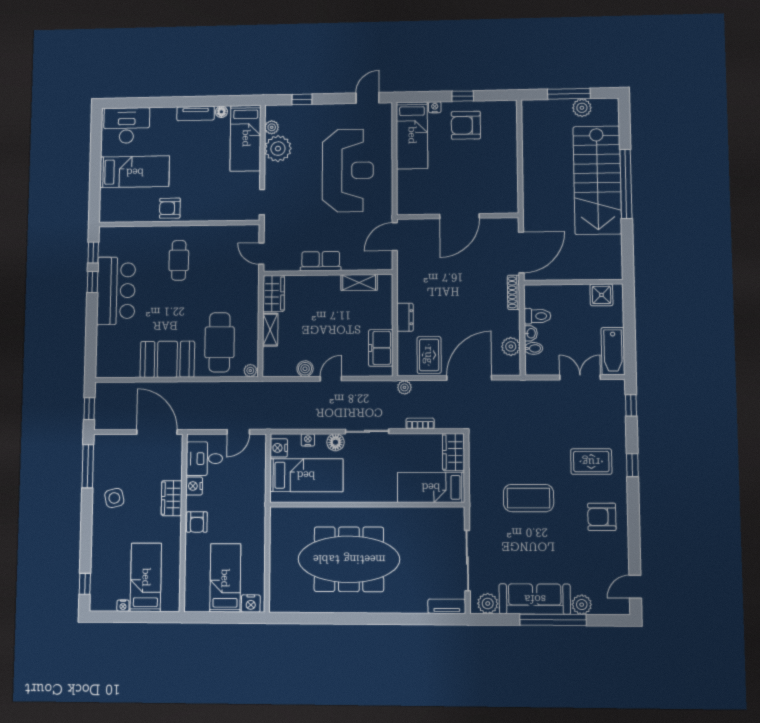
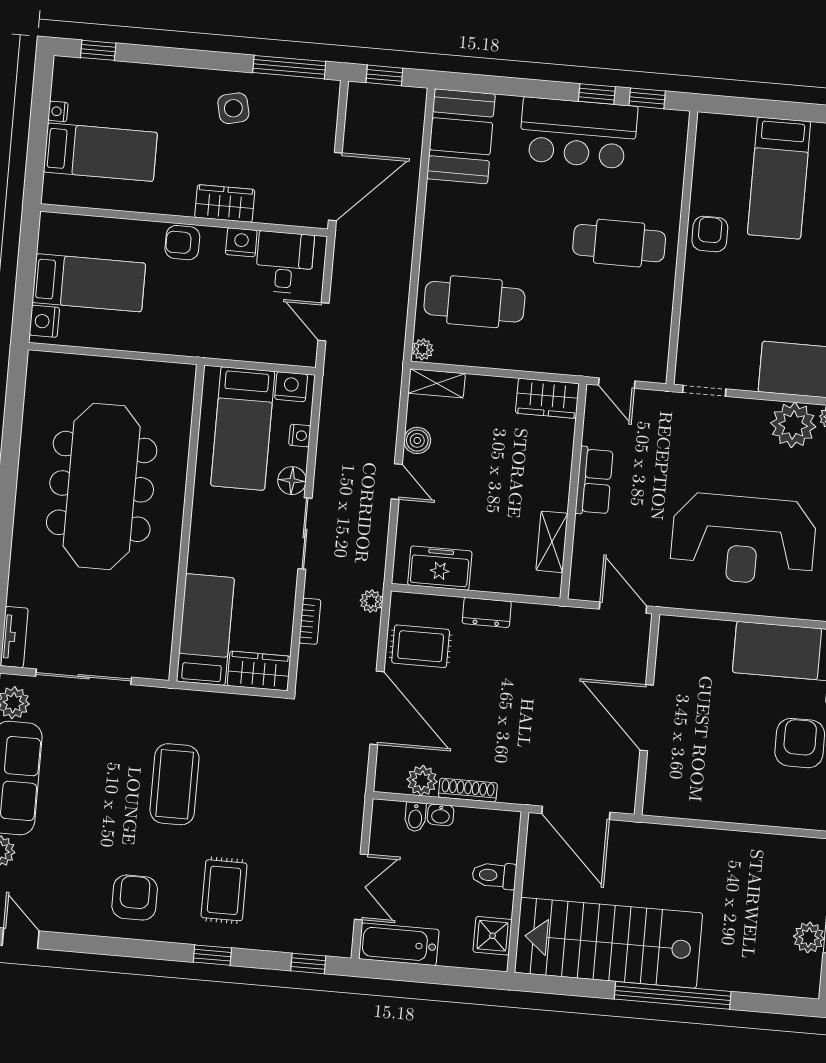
stairs: (597, 180) -> (608, 943), moved
door: (261, 254) -> (617, 383), swing flipped
cafe table: (179, 260) -> (619, 243), width x1.37, depth x1.35
shoe rack: (514, 292) -> (468, 790), moved
toilet: (537, 316) -> (494, 875), moved, turned 90
shelving: (270, 330) -> (437, 383), moved
booth: (167, 359) -> (461, 136), moved

